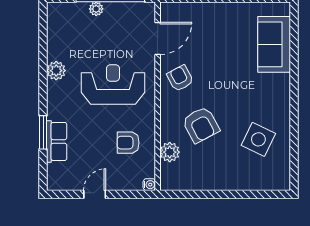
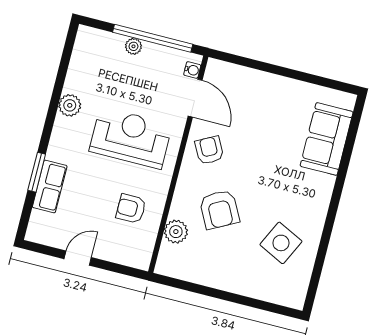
door: (158, 38) -> (195, 98), hinge flipped
water cooler: (149, 185) -> (192, 70), moved

